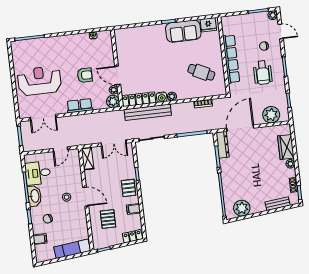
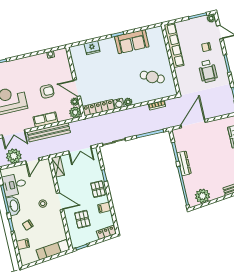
fridge: (208, 25) -> (92, 48), moved
row of seats: (231, 59) -> (174, 45), moved
bench: (148, 112) -> (49, 132), moved
plant: (271, 115) -> (14, 156), moved
dresser: (223, 145) -> (184, 163), moved

